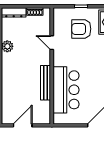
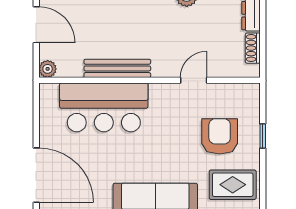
plant: (46, 119) -> (48, 69), added

